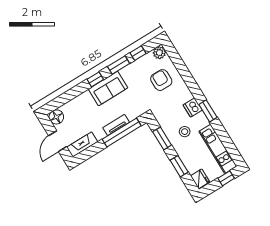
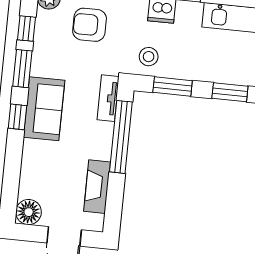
tv unit: (116, 125) -> (108, 98), moved
stool: (185, 132) -> (149, 57), moved
fireplace: (82, 144) -> (97, 187), moved

